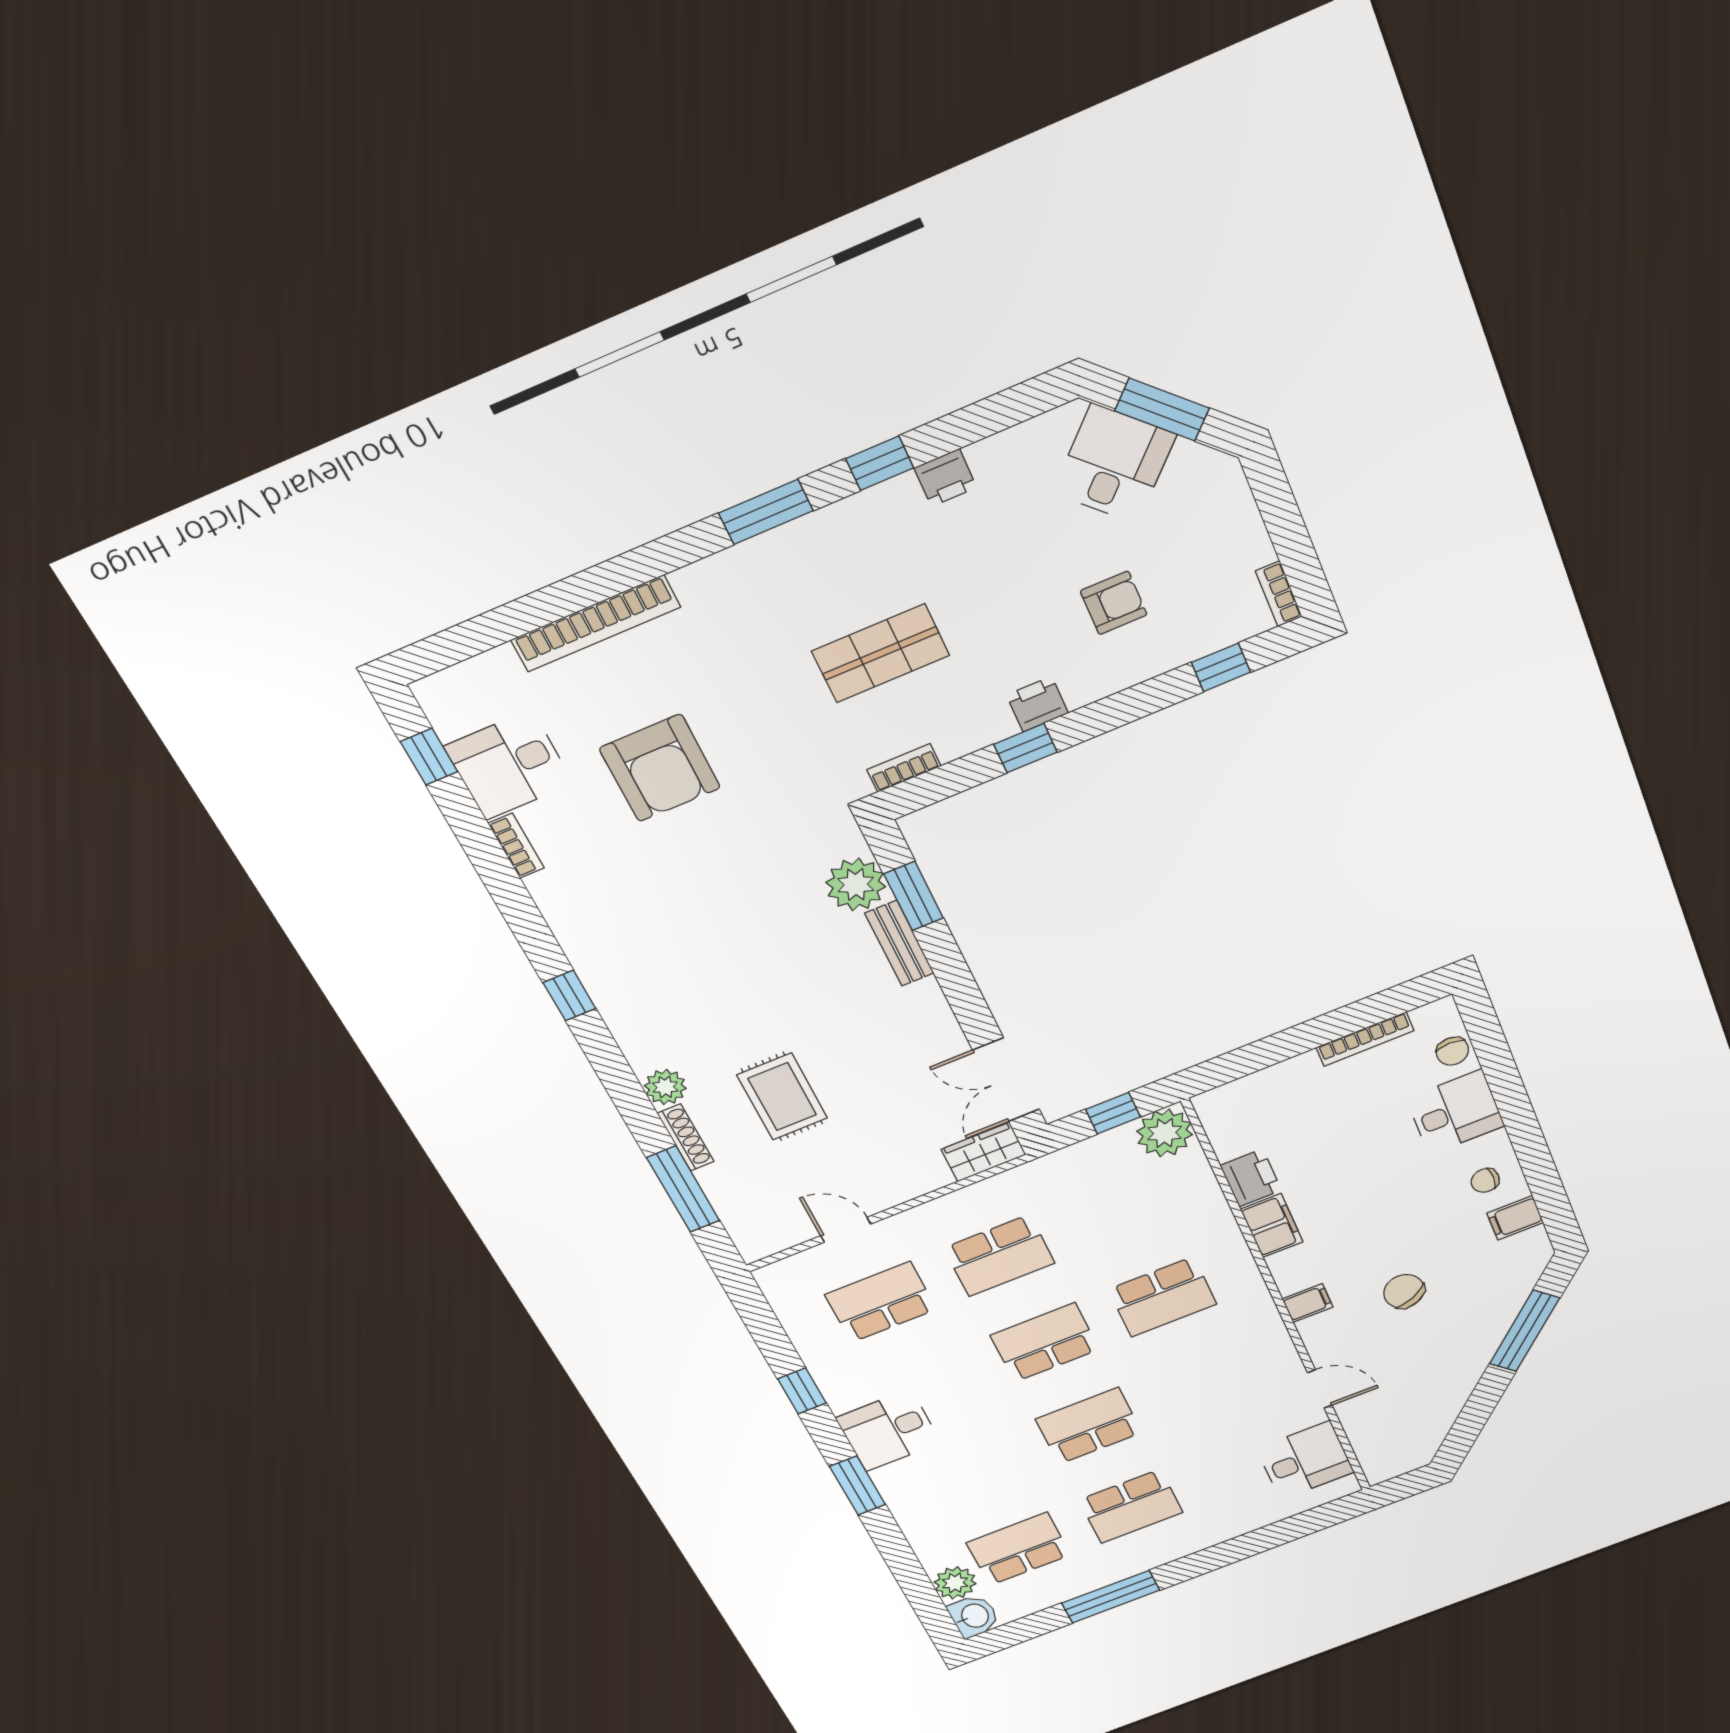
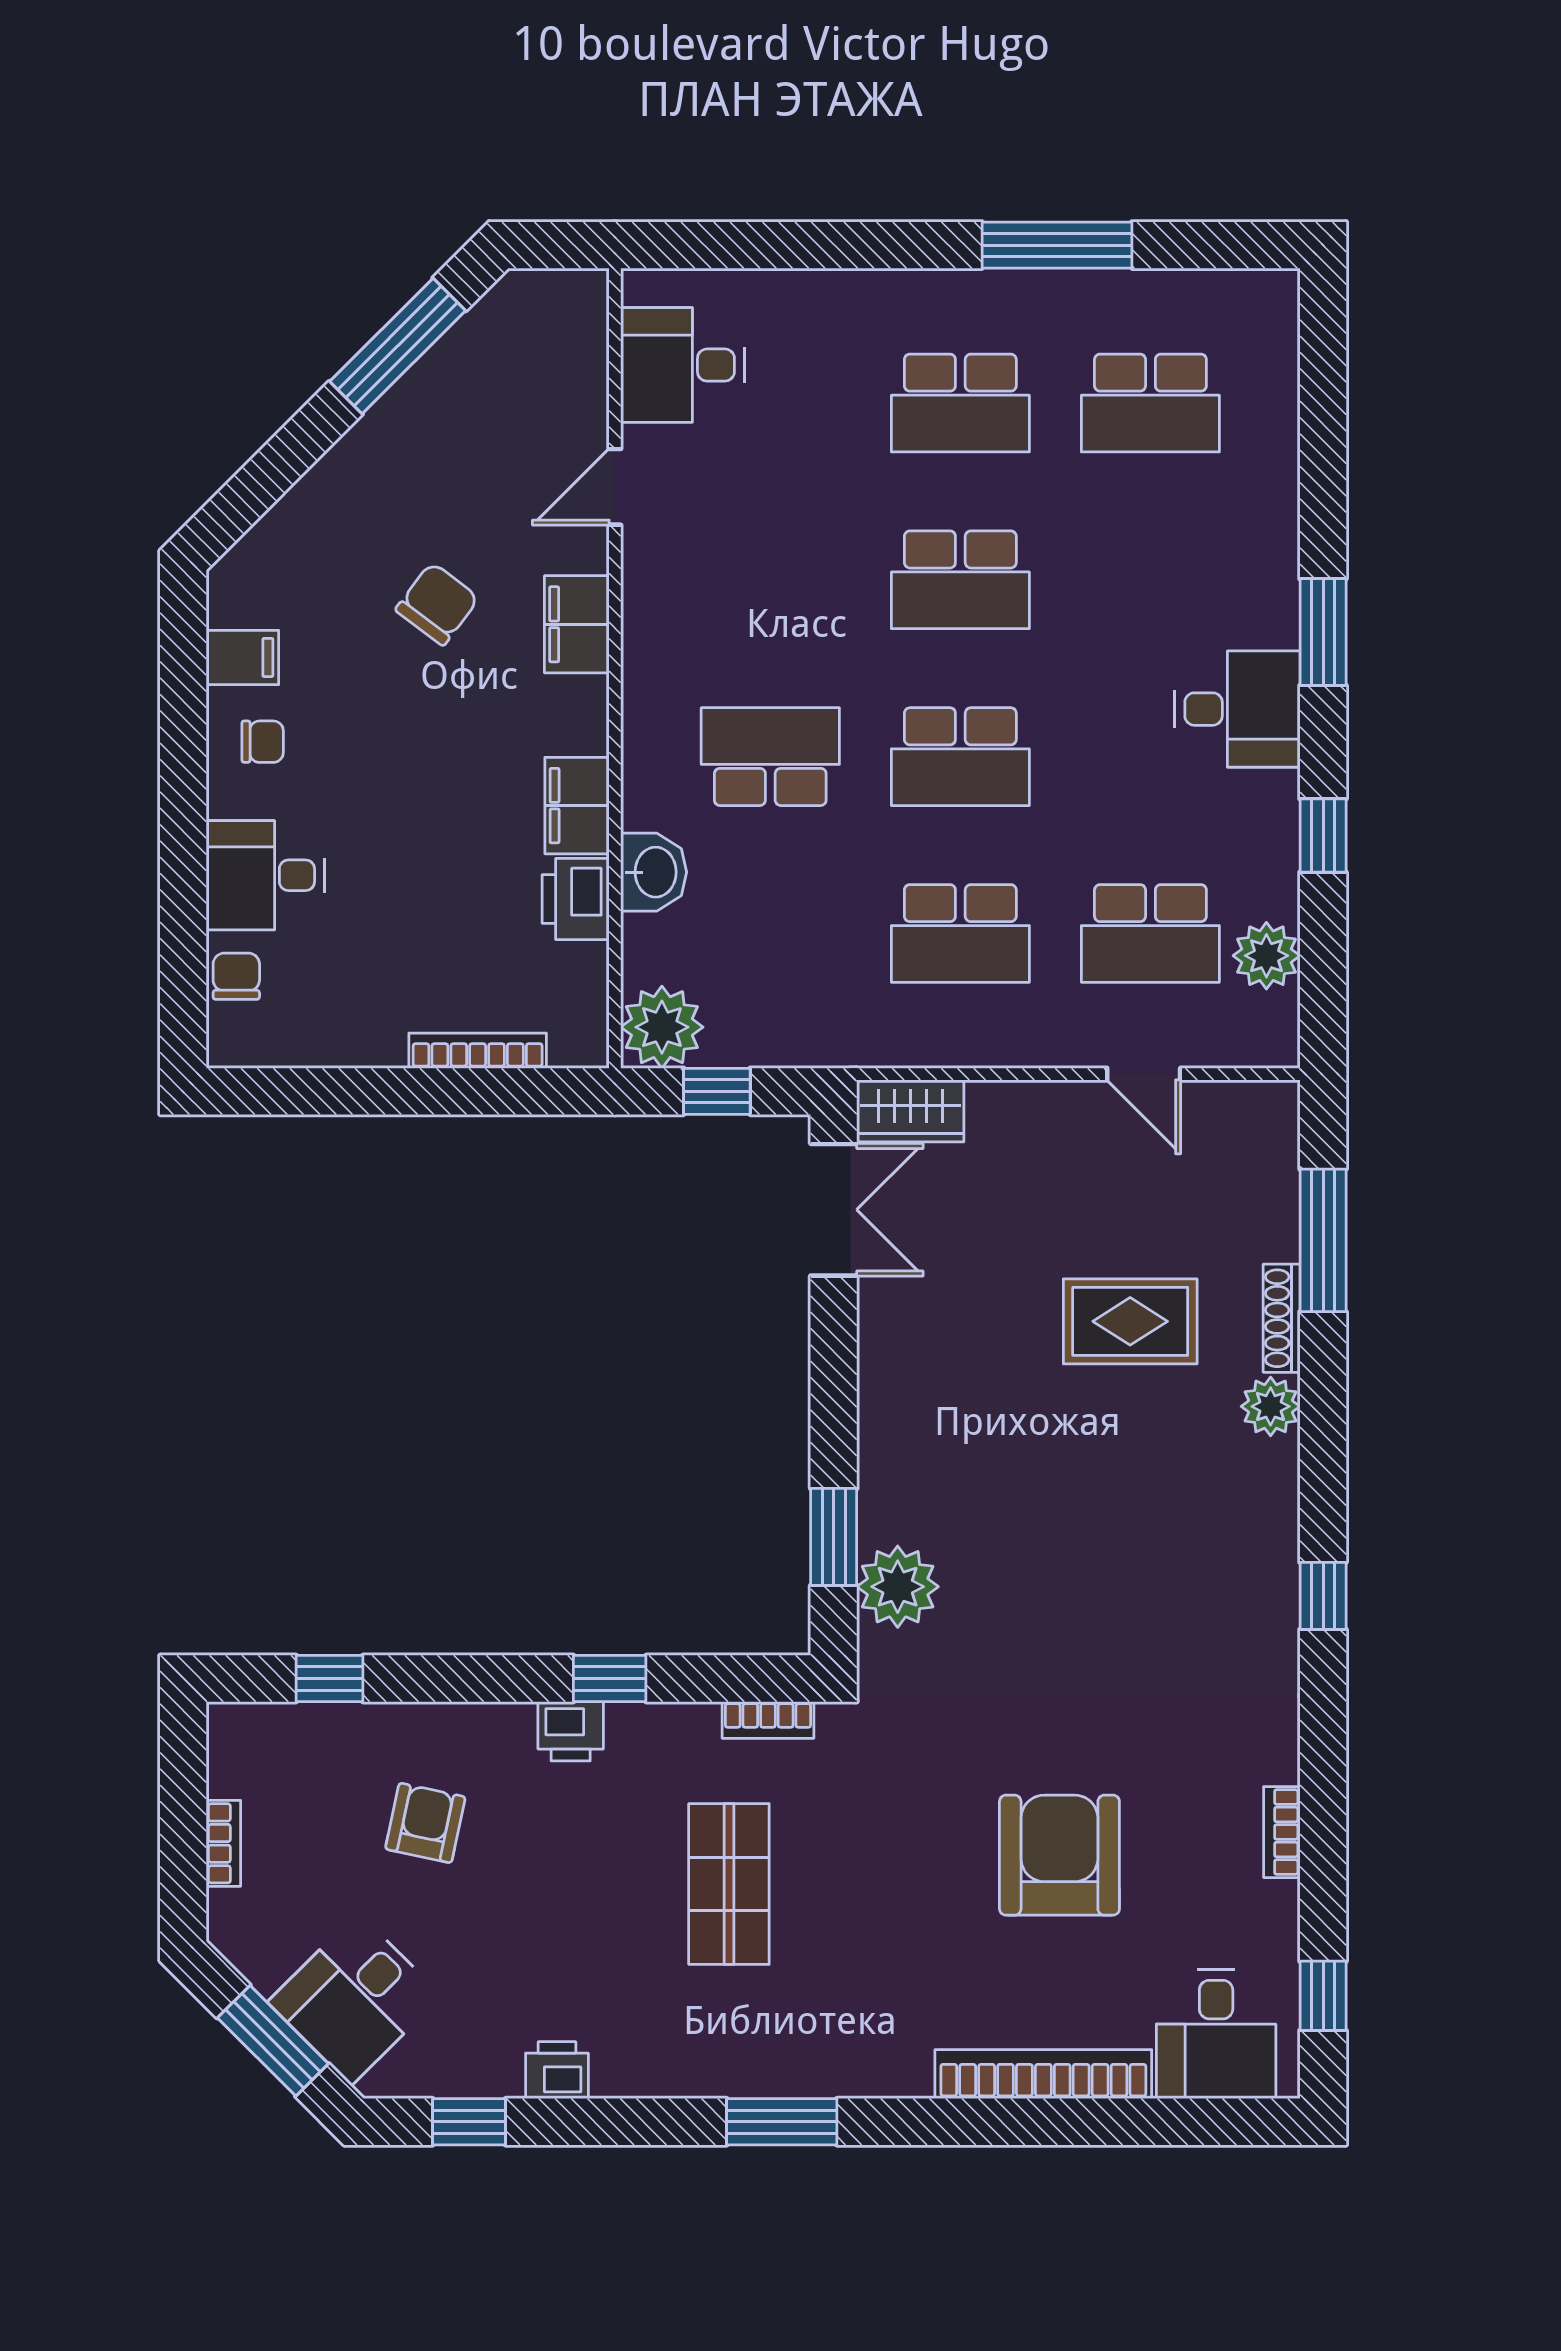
window: (880, 463) -> (469, 2122), moved
bookcase: (1279, 594) -> (223, 1843), moved
armchair: (1114, 603) -> (425, 1823), turned 102
shop shelf: (881, 653) -> (729, 1884), turned 90
desk: (509, 765) -> (1216, 2034), moved, turned 90
bench: (899, 943) -> (881, 1478), removed
bookcase: (1365, 1039) -> (478, 1051), moved
rug: (782, 1097) -> (1130, 1321), turned 90
school desk: (999, 1256) -> (960, 933), turned 180
chair: (1404, 1291) -> (437, 604), turned -118
filing cabinet: (1308, 1303) -> (577, 624), width x2.00
window: (1525, 1331) -> (398, 346), moved
door: (1320, 1389) -> (615, 487), hinge flipped
school desk: (1131, 1506) -> (960, 403), turned 180
plant: (955, 1583) -> (1266, 956), moved
washbasin: (974, 1616) -> (654, 872), moved, turned 180

